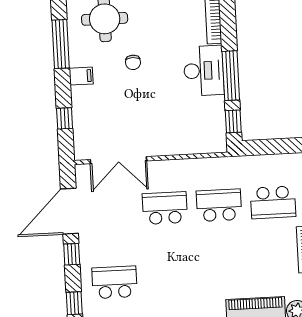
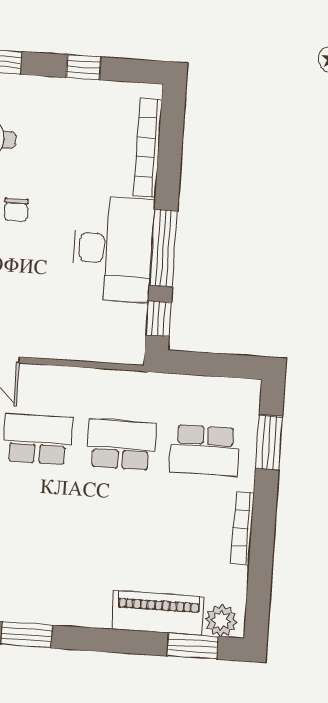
desk: (204, 71) -> (113, 249), width x1.36, depth x1.30

